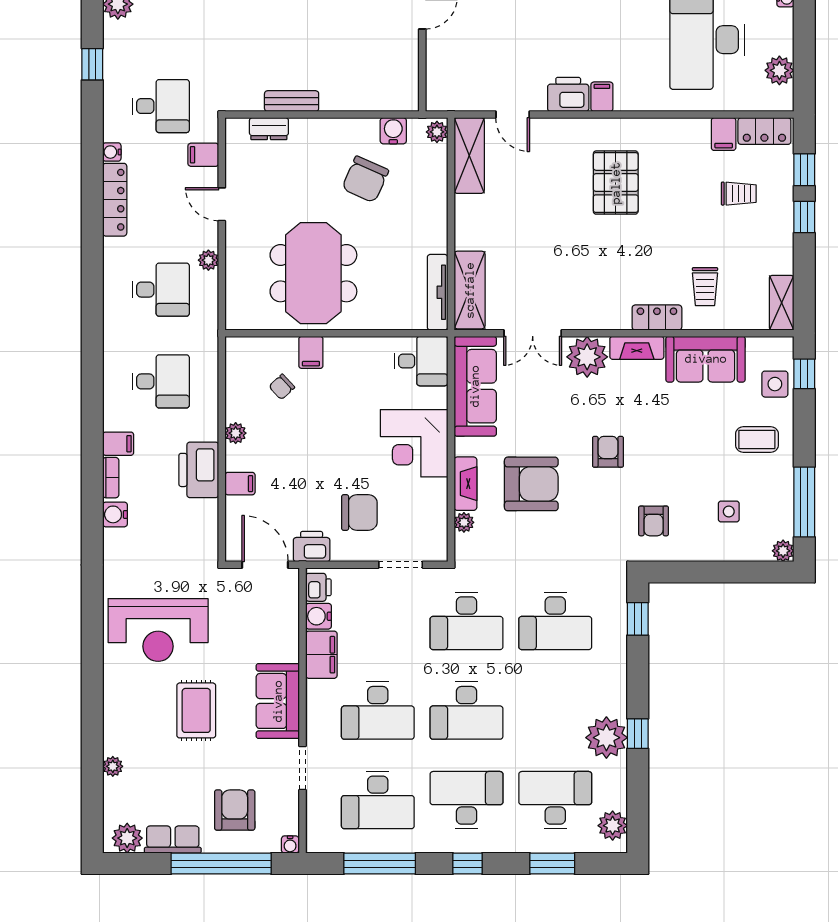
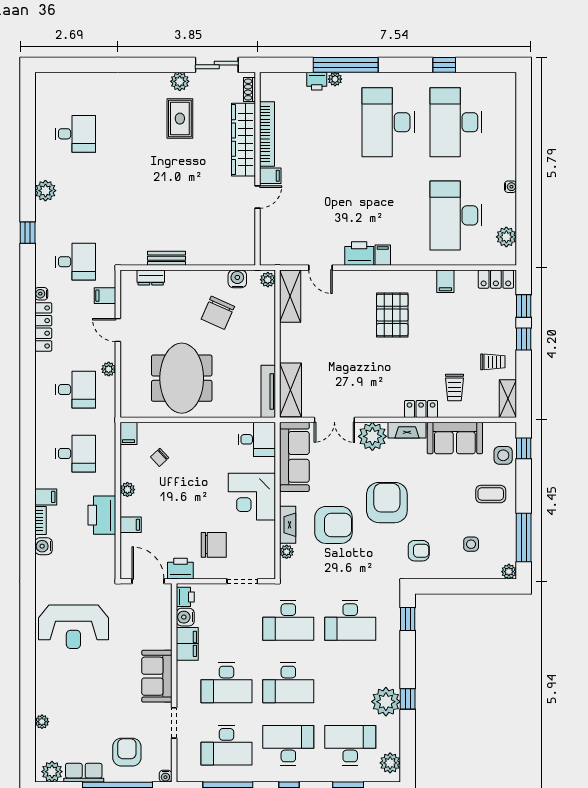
filing cabinet: (724, 134) -> (445, 281), moved
trolley: (739, 194) -> (493, 362), moved
filing cabinet: (311, 352) -> (129, 433), moved
armchair: (608, 452) -> (387, 503), width x1.88, depth x1.88
armchair: (654, 521) -> (419, 551), turned -90
rug: (196, 710) -> (100, 683), removed

